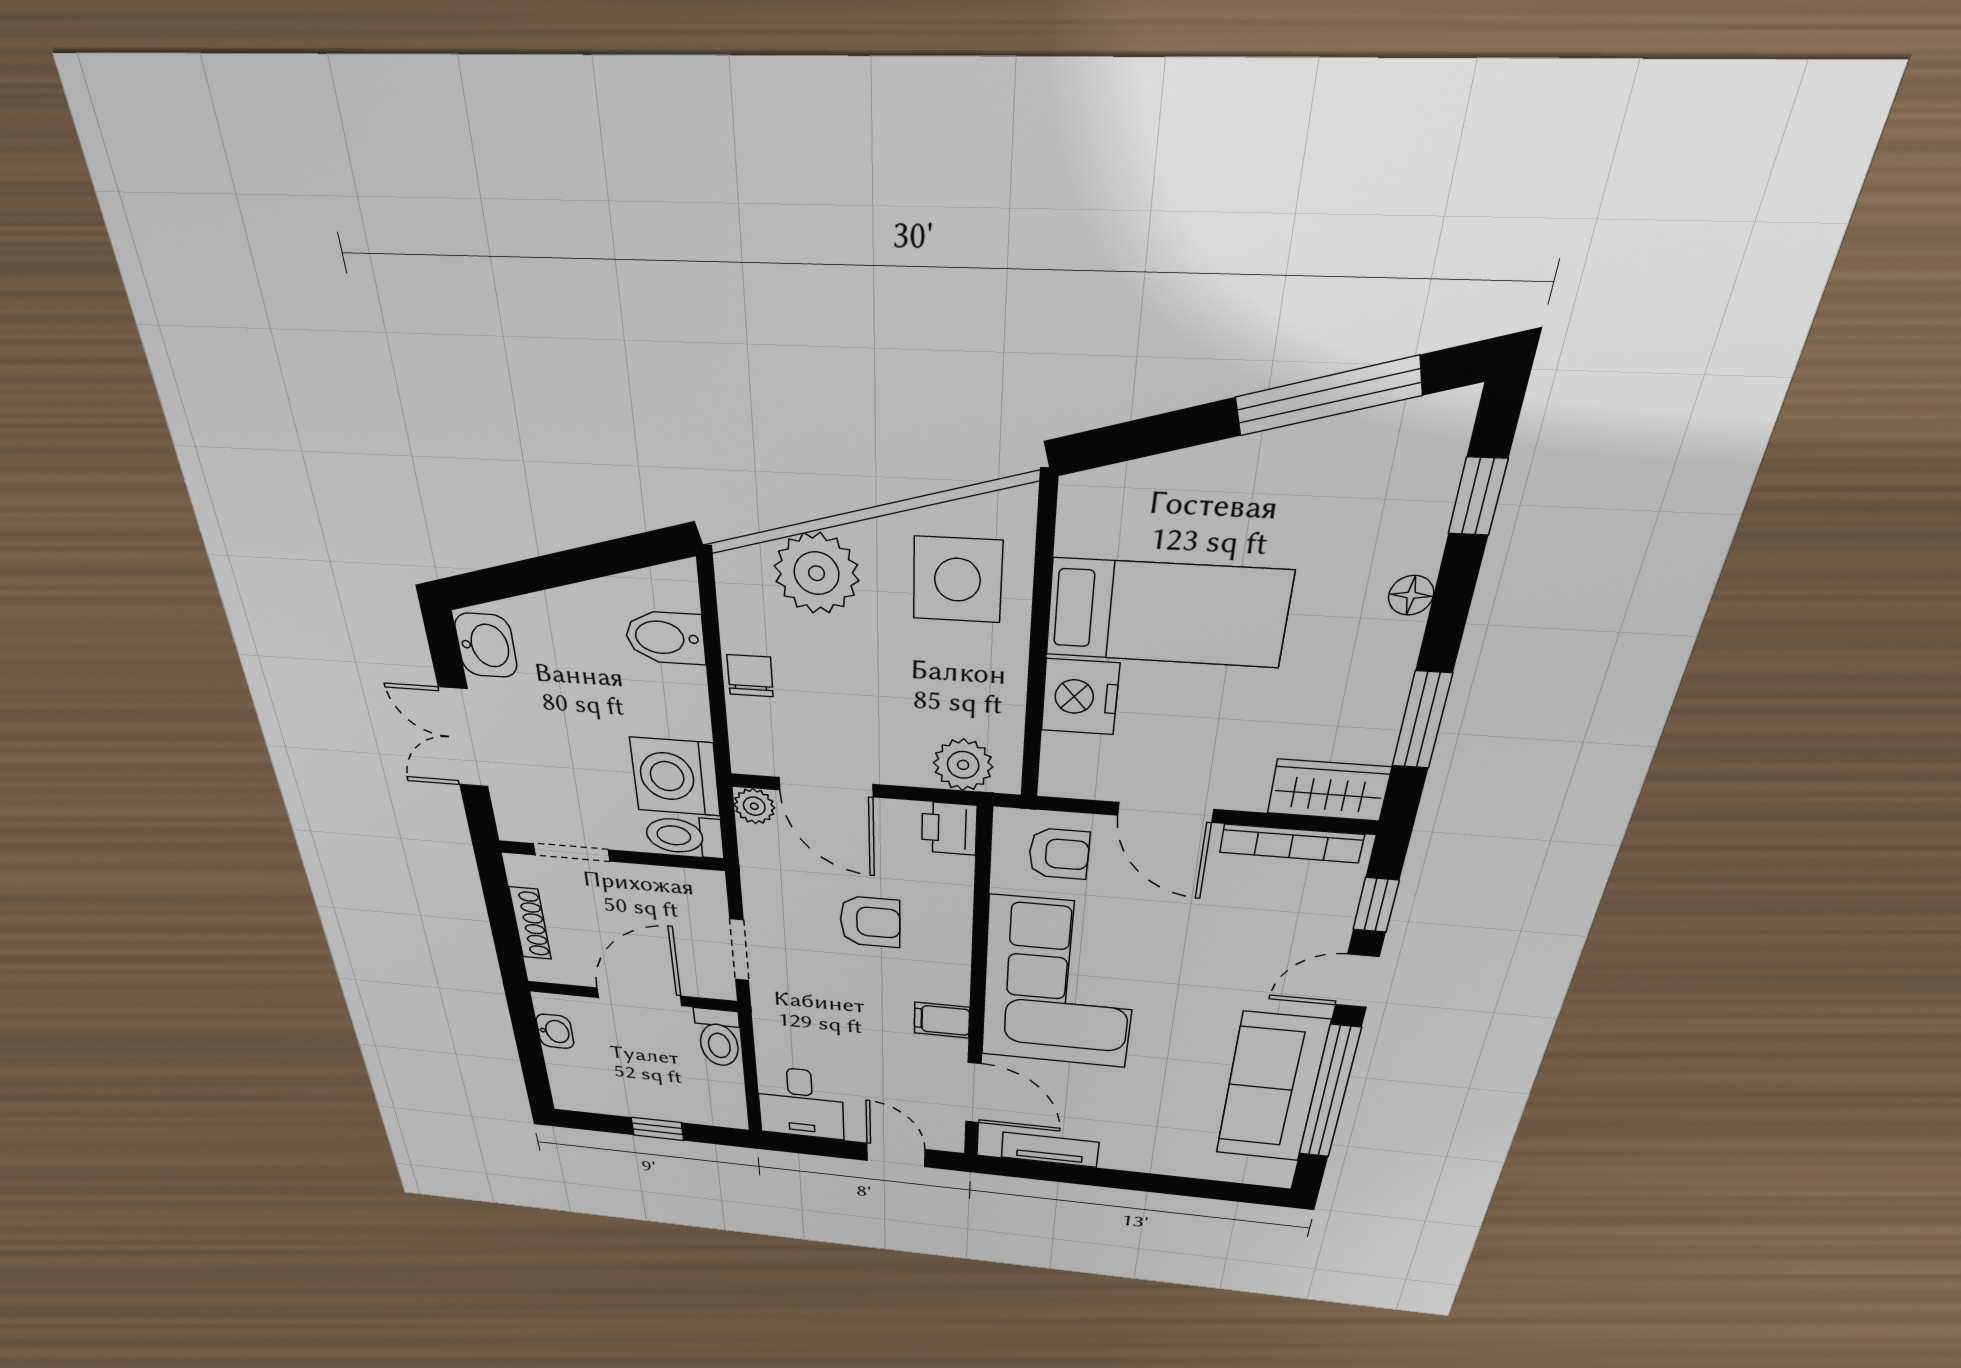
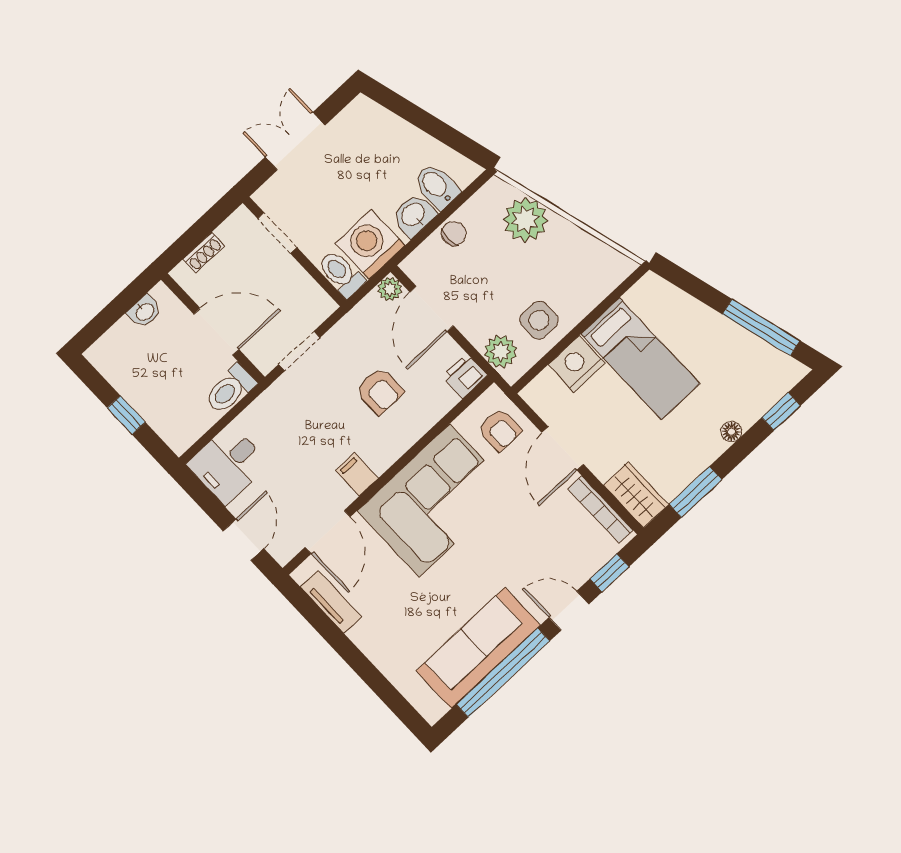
side table: (957, 580) -> (539, 320), moved, width x0.73, depth x0.73
washbasin: (486, 645) -> (414, 215), moved, turned 180
shoe rack: (530, 923) -> (204, 253), width x0.70

